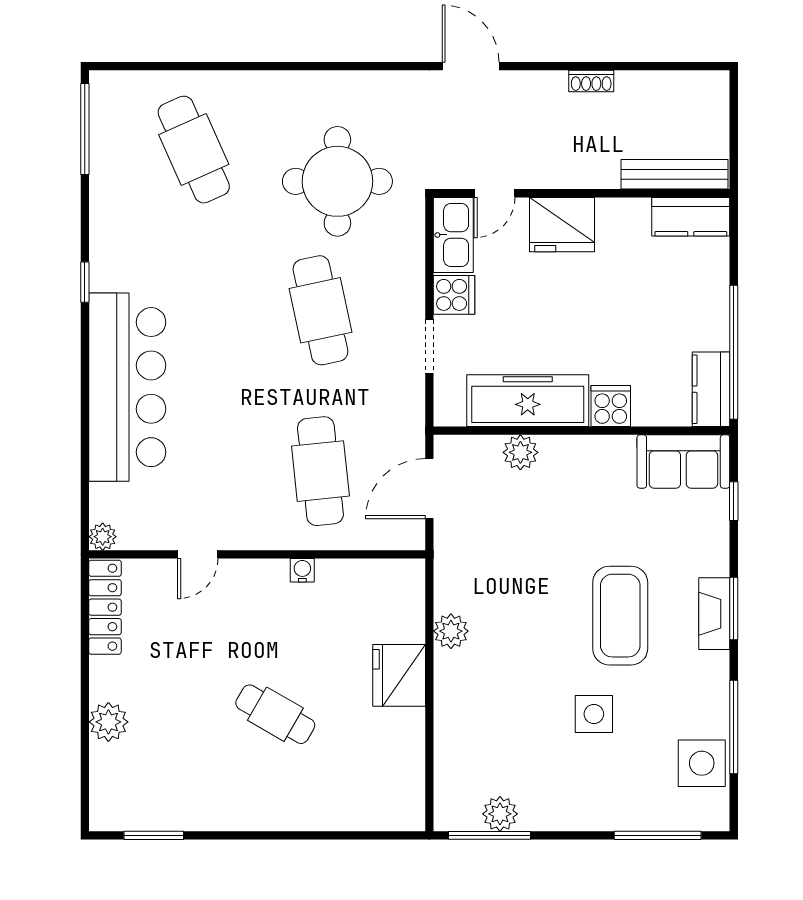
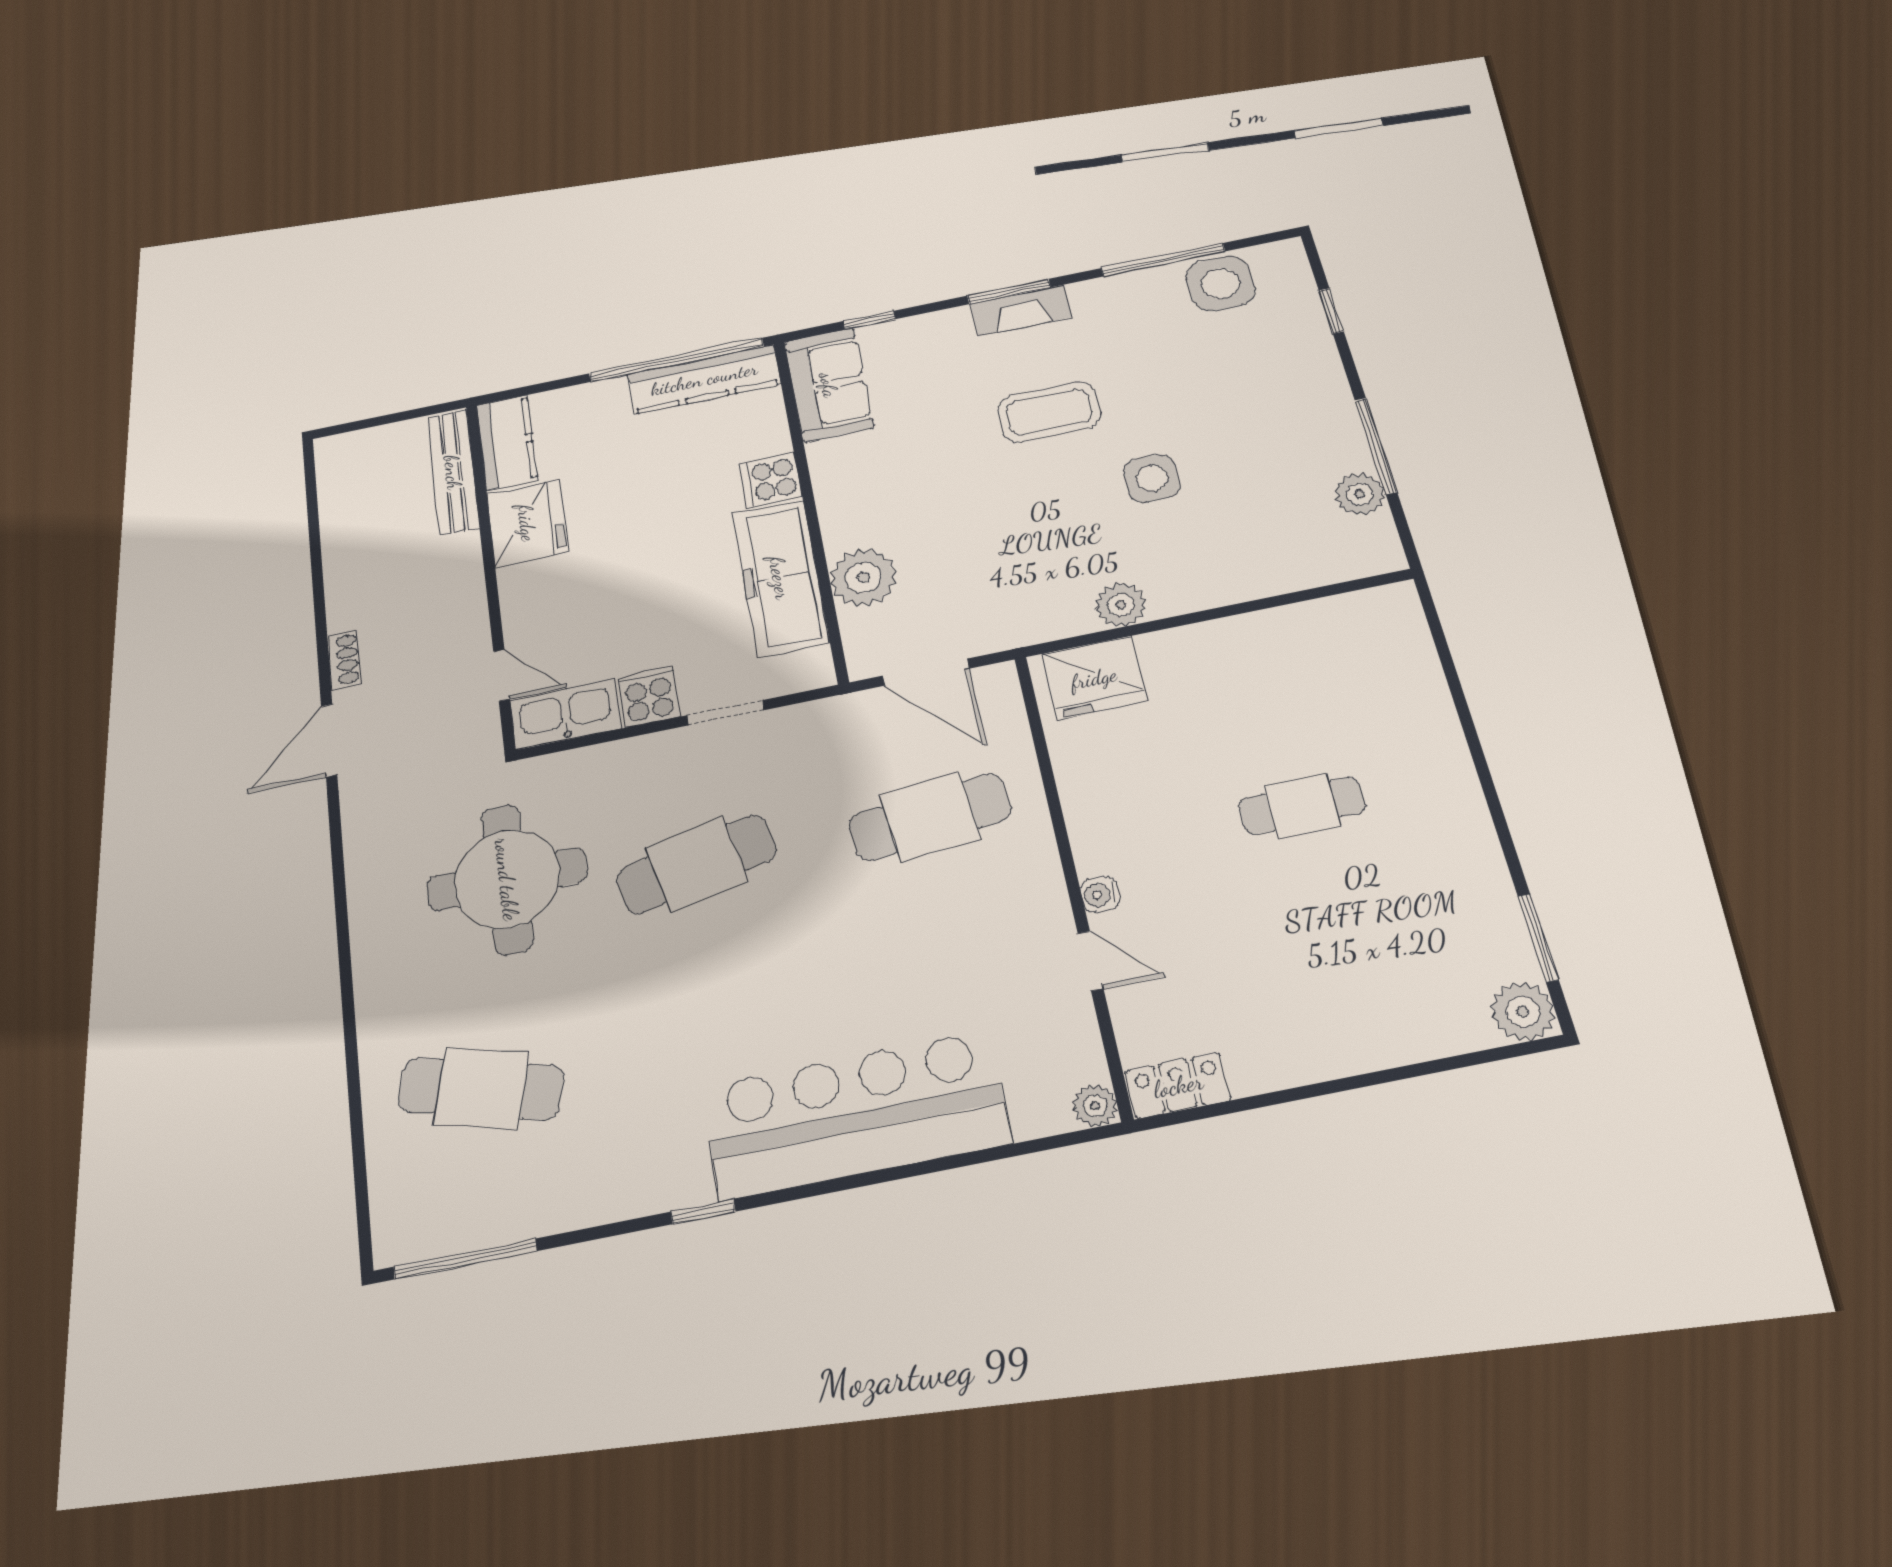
shoe rack: (591, 81) -> (344, 660), moved
cafe table: (194, 150) -> (481, 1089), turned 39
fridge: (562, 225) -> (527, 523), moved
kitchen counter: (711, 389) -> (704, 379), width x1.50
plant: (520, 452) -> (863, 577), width x1.36, depth x1.36
water cooler: (302, 570) -> (1100, 894), moved
locker: (105, 607) -> (1178, 1085), width x0.66
coffee table: (620, 616) -> (1049, 412), width x0.73, depth x0.76
fridge: (399, 675) -> (1094, 678), moved
cafe table: (275, 714) -> (1302, 806), turned 60
side table: (594, 714) -> (1152, 478), moved
plant: (108, 722) -> (1523, 1011), moved
window: (490, 835) -> (1376, 446), moved
window: (658, 835) -> (1331, 311), width x0.46

